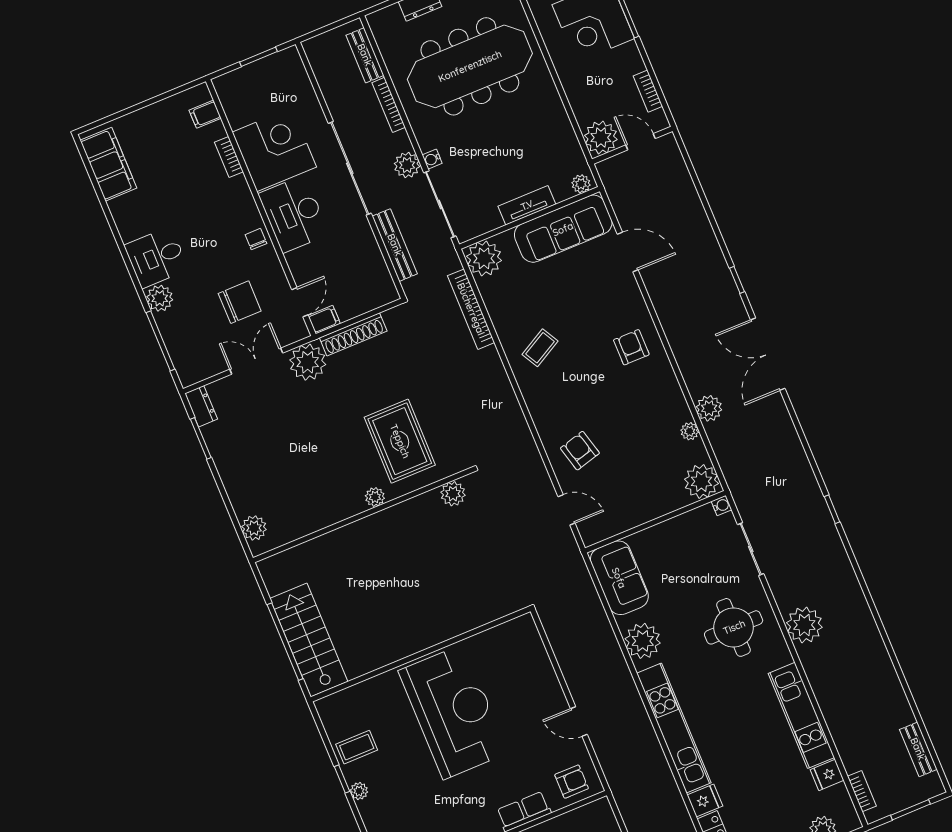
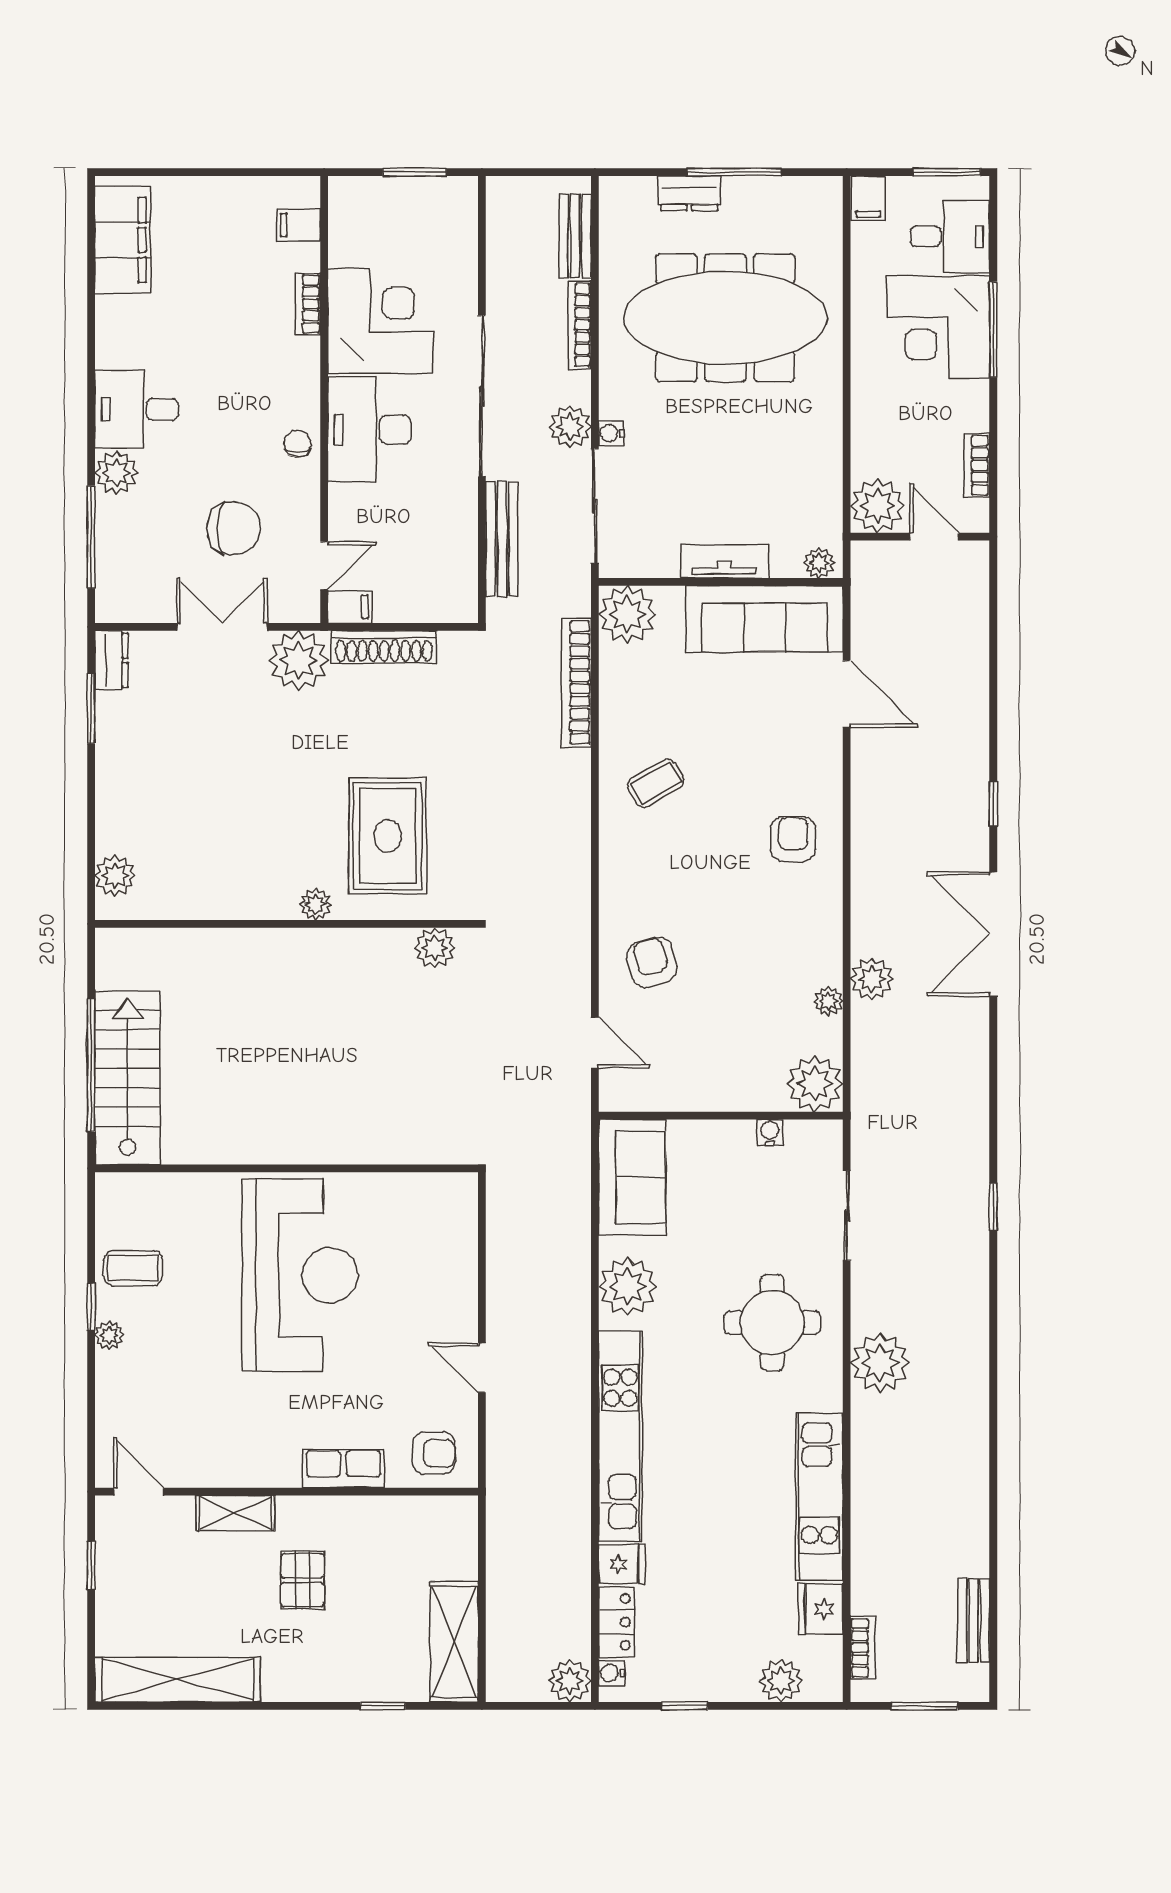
water cooler: (722, 505) -> (770, 1132), moved, turned -90
fridge: (827, 775) -> (821, 1609), width x1.38

